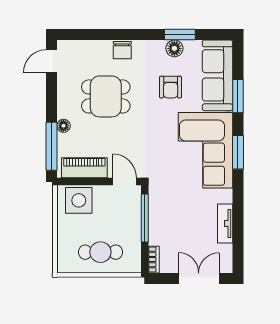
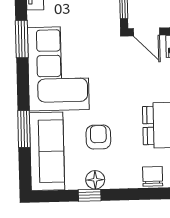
window: (180, 35) -> (90, 195), width x0.67
window: (238, 152) -> (22, 39), moved

